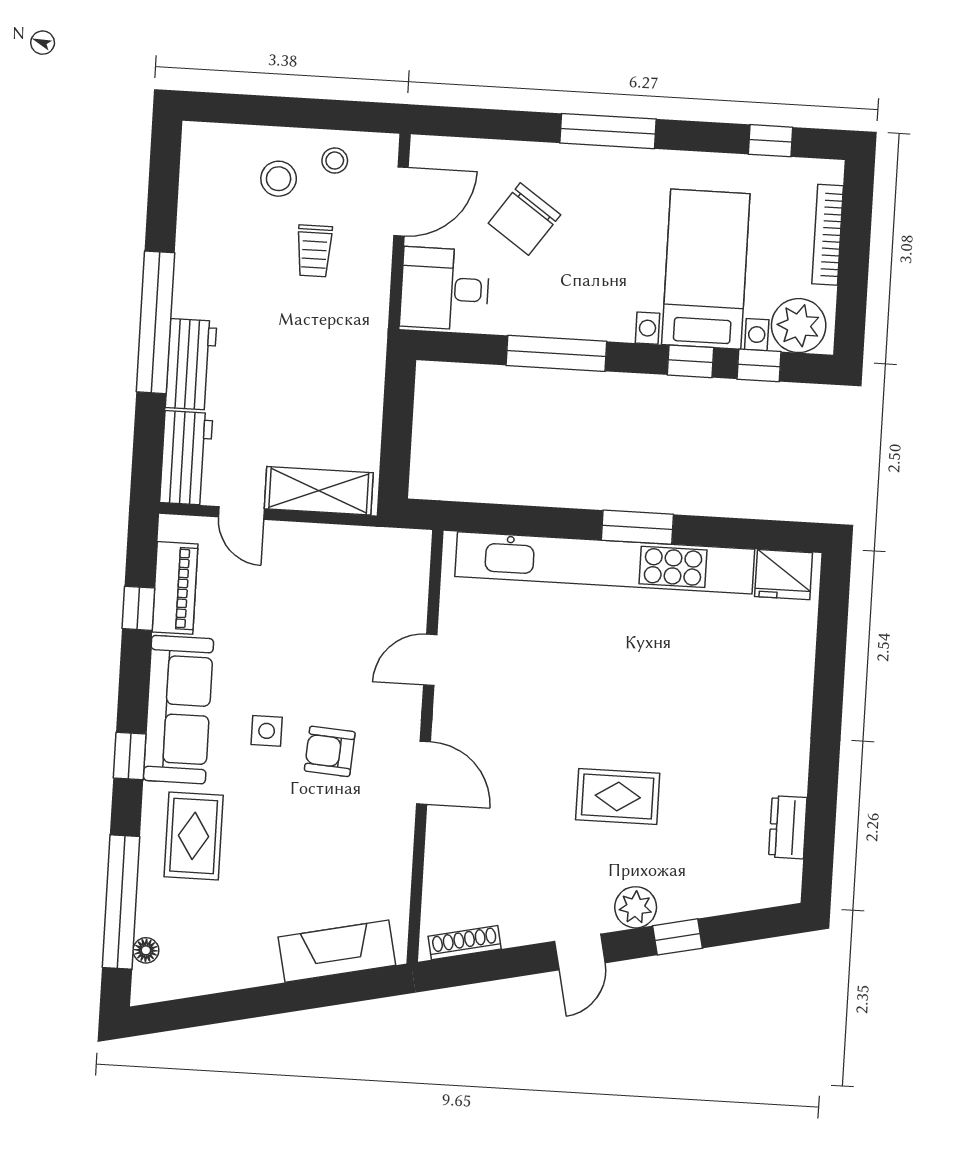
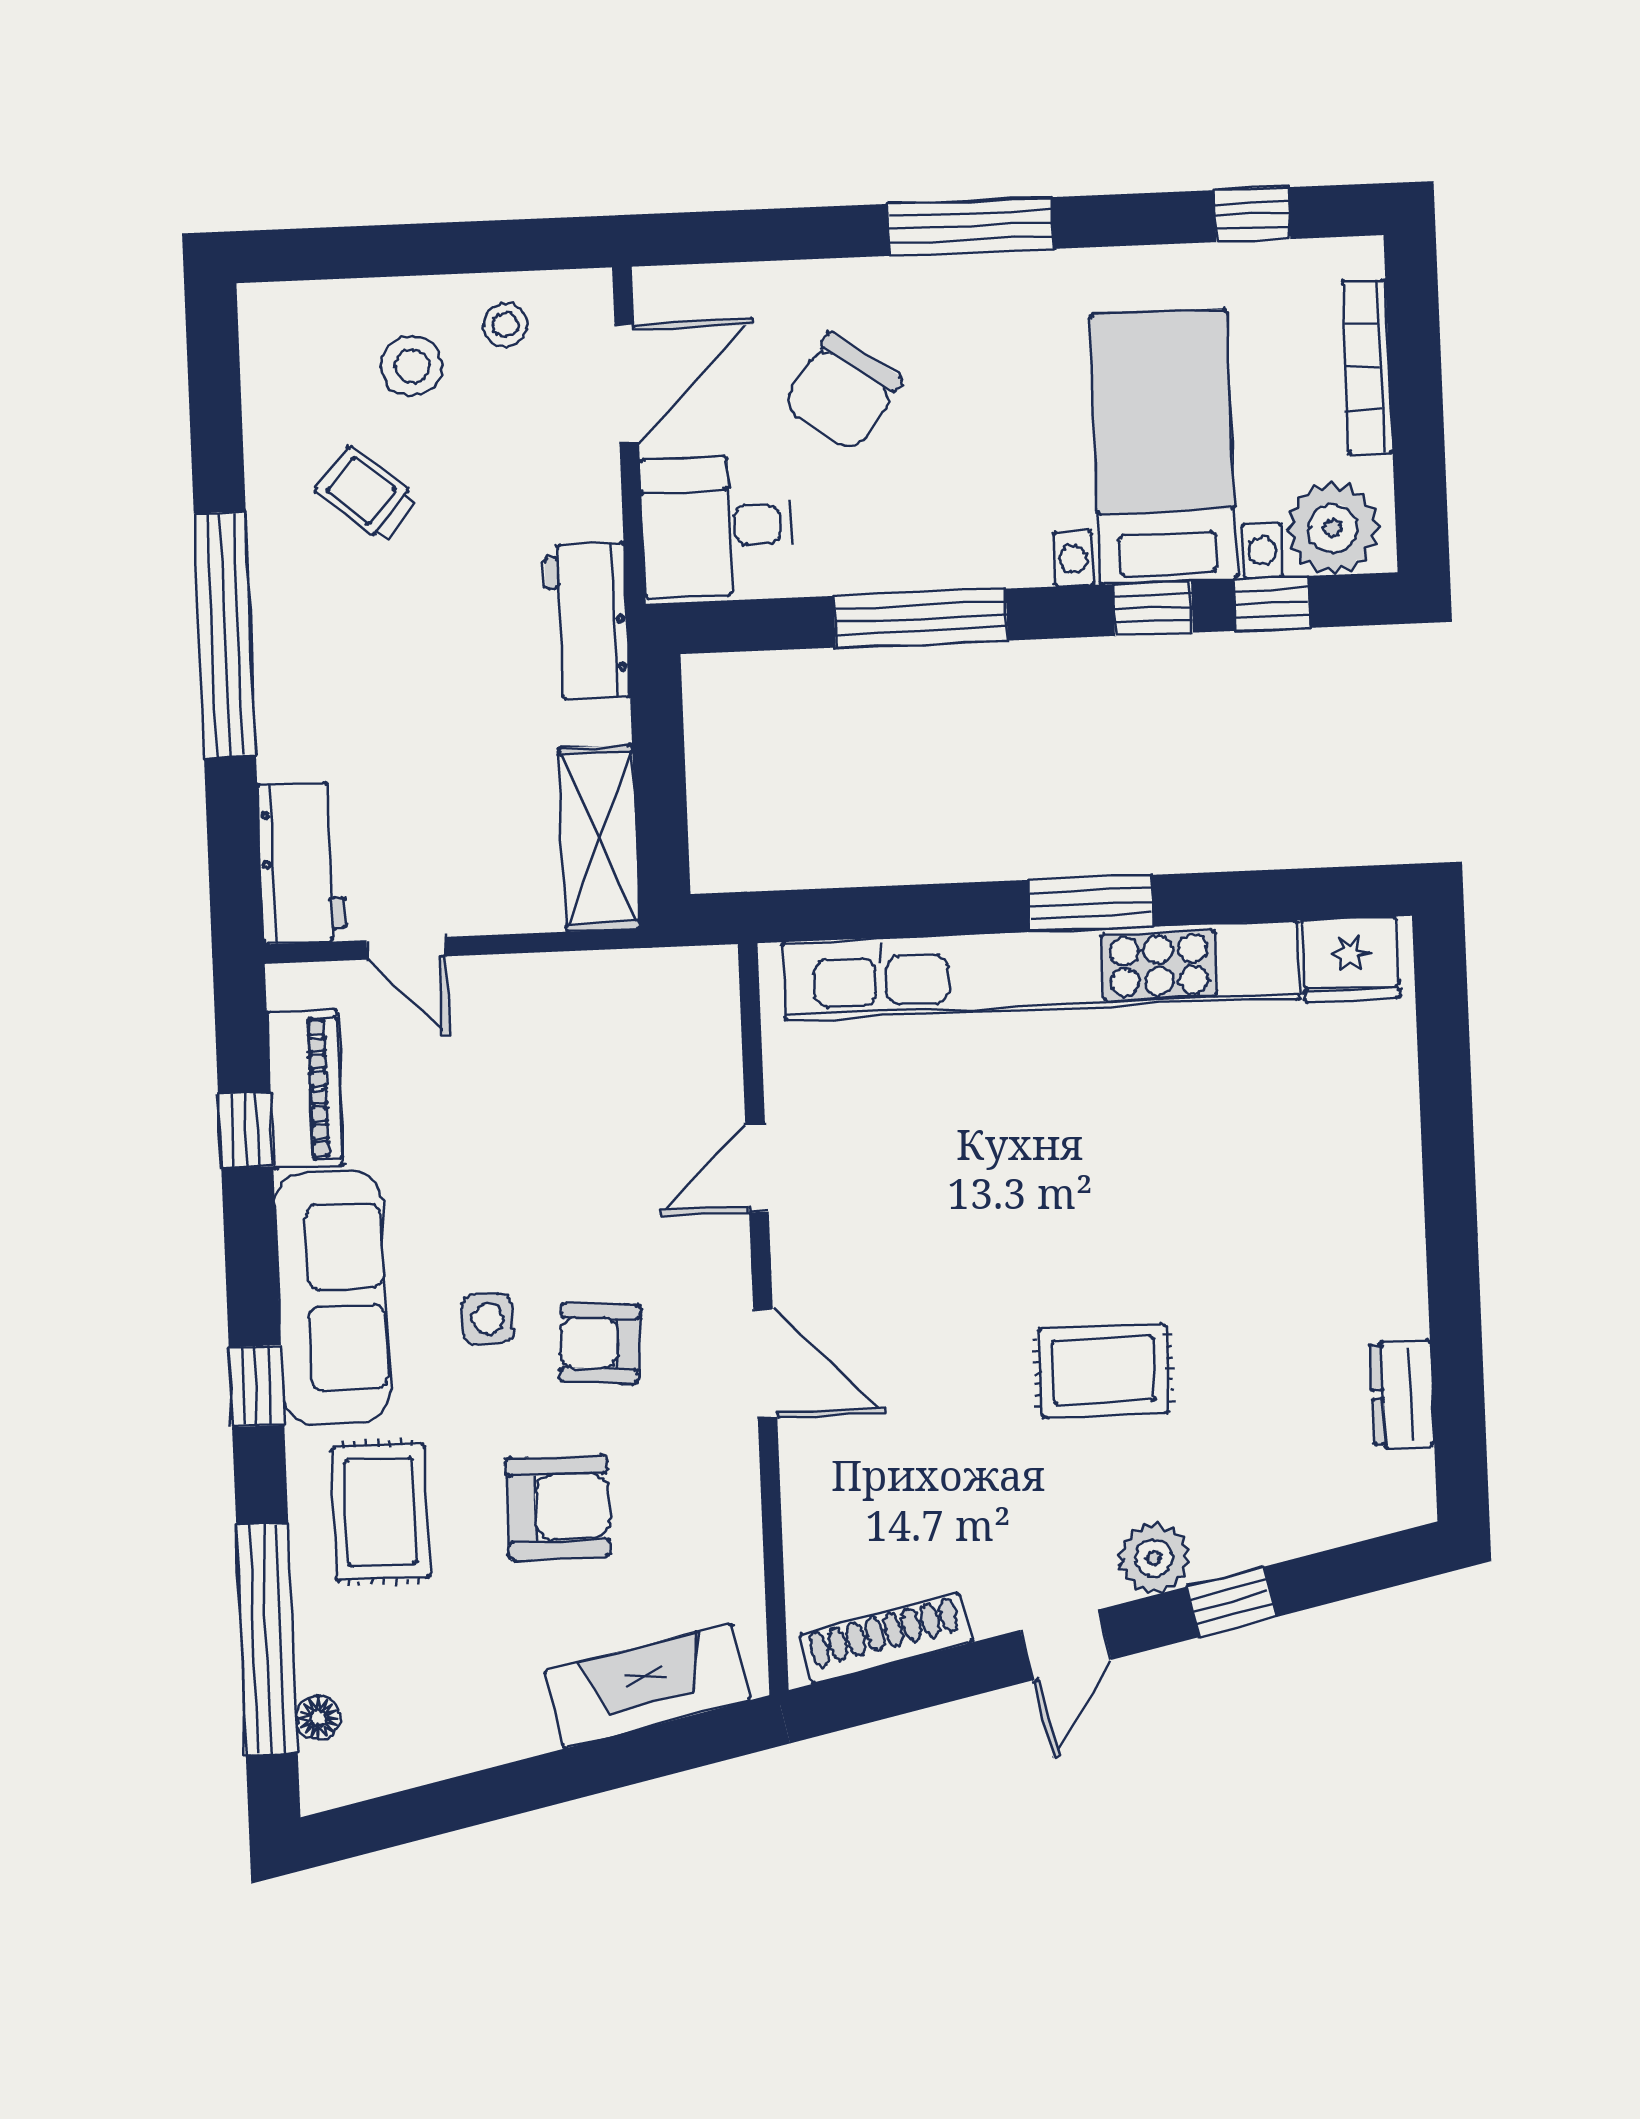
trolley: (314, 251) -> (366, 494), moved, turned 130
workbench: (191, 364) -> (587, 621), moved, turned 180
shelving: (319, 491) -> (599, 838), moved, turned 90
armchair: (296, 843) -> (558, 1507), added
shoe rack: (465, 943) -> (886, 1639), width x1.36, depth x1.24

